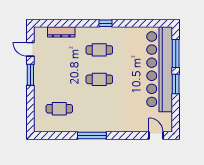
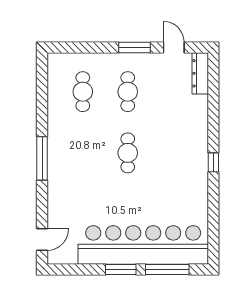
dresser: (61, 32) -> (200, 73), moved
door: (30, 49) -> (174, 48), hinge flipped
cafe table: (99, 50) -> (128, 92), moved
window: (92, 135) -> (42, 158), moved

